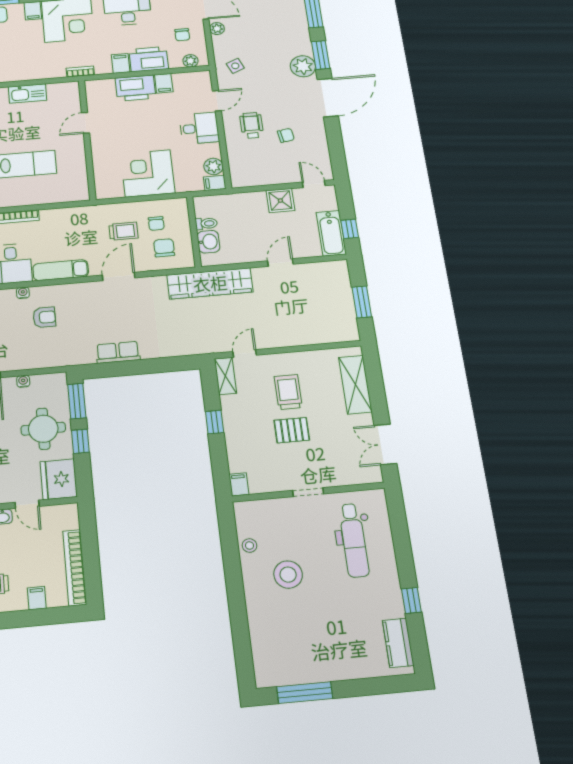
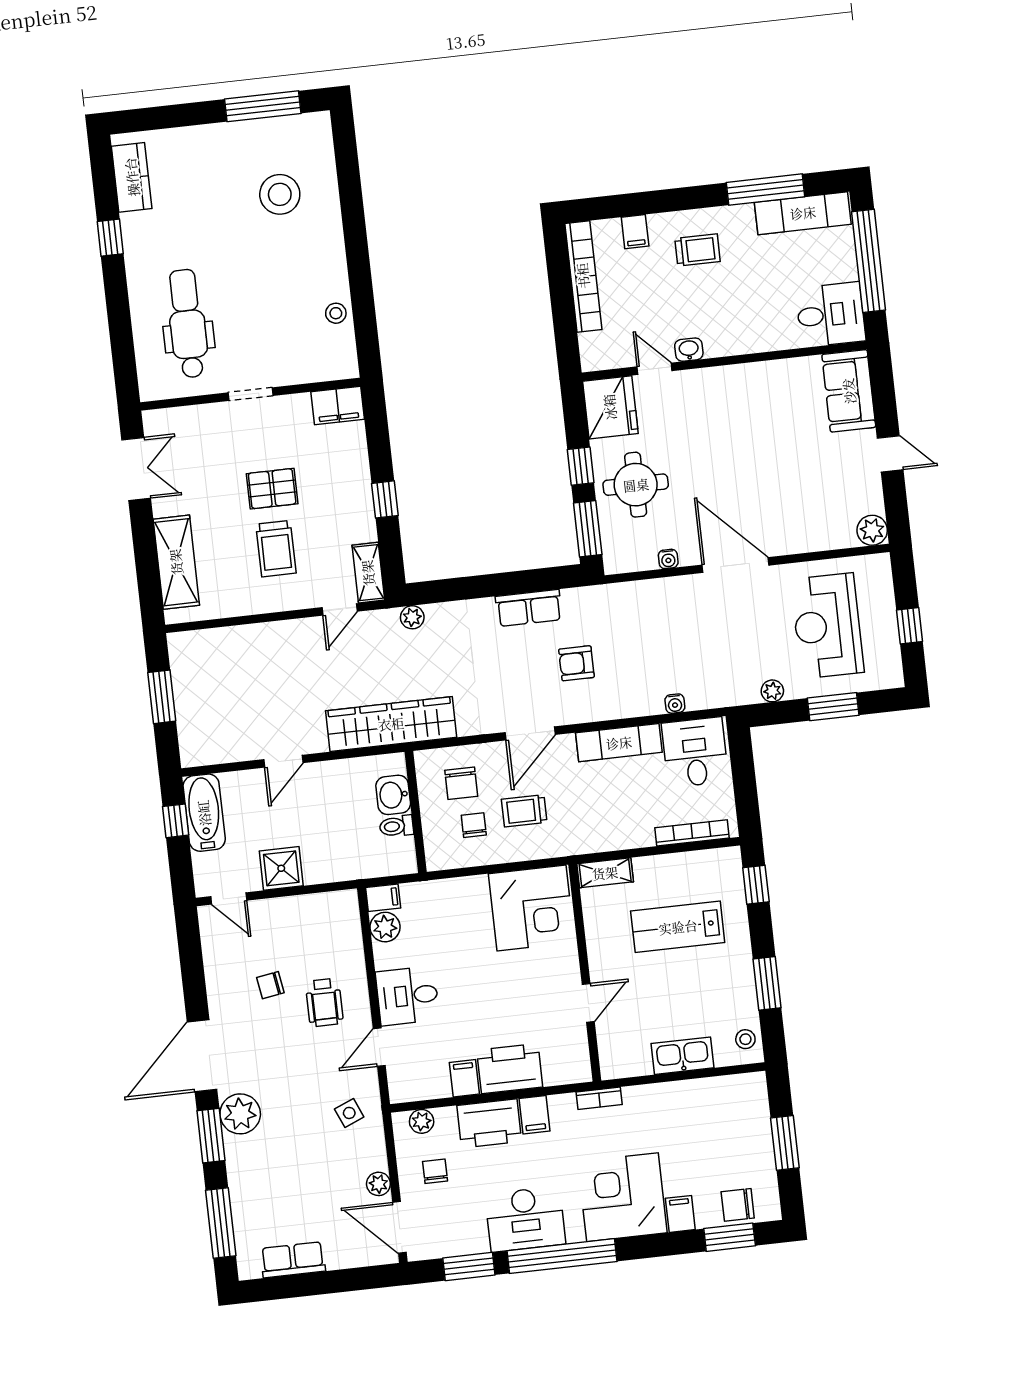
corner desk: (148, 173) -> (531, 908), moved
shelving: (72, 195) -> (605, 873), added
armchair: (44, 317) -> (576, 663), moved
plant: (196, 348) -> (412, 617), added
filing cabinet: (239, 484) -> (338, 406), width x2.00
stool: (288, 575) -> (280, 194), moved

